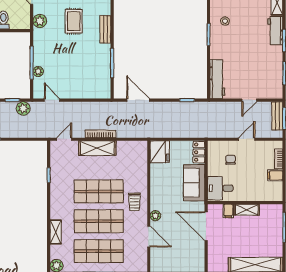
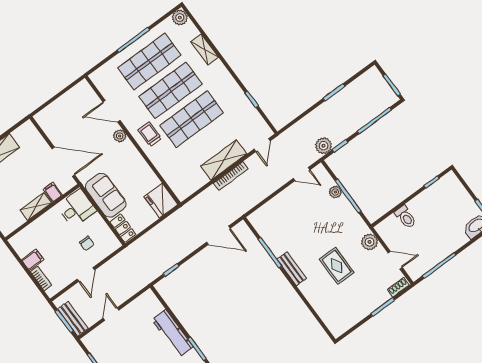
bench: (105, 29) -> (292, 269), moved
workbench: (217, 79) -> (173, 333), moved

